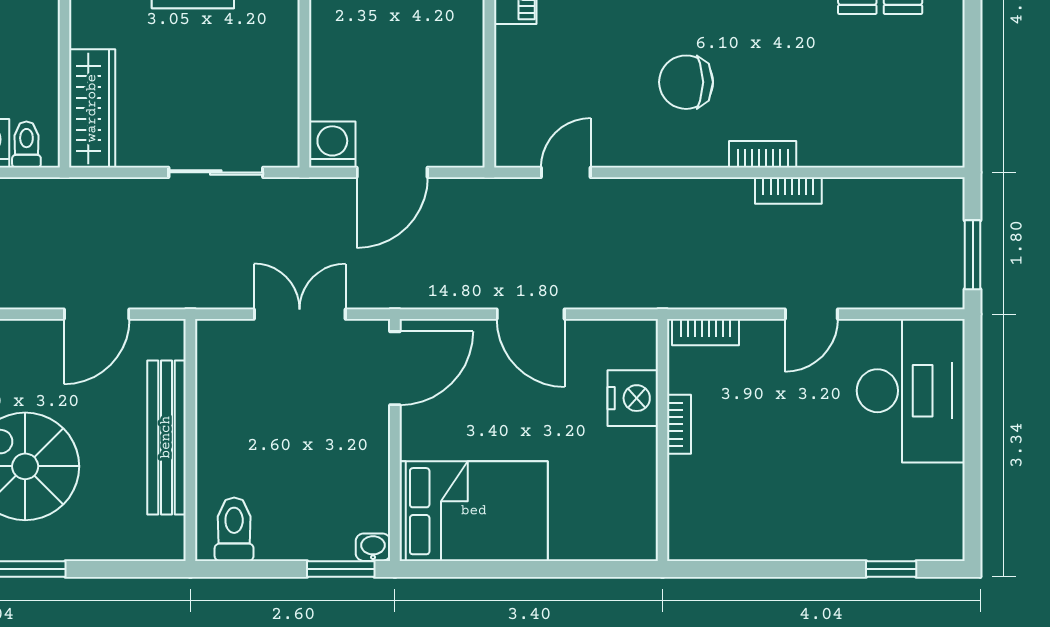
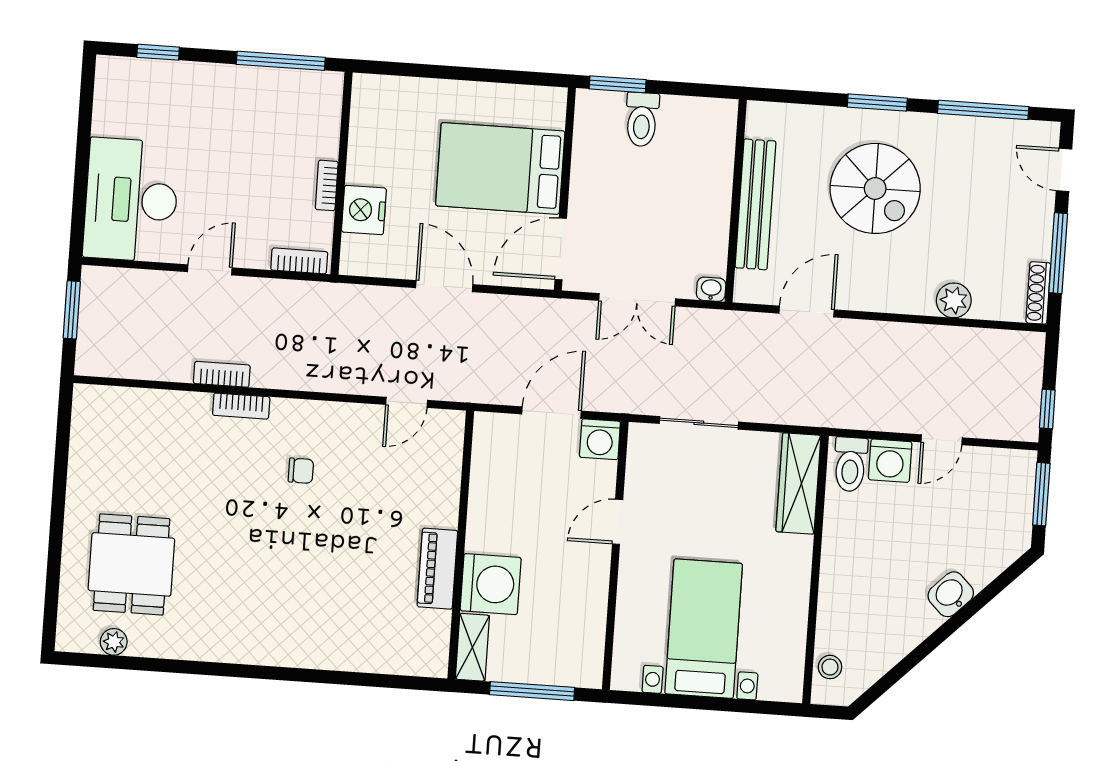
door: (304, 48) -> (618, 522), added
chair: (686, 82) -> (301, 471), width x0.54, depth x0.54
toilet: (26, 145) -> (850, 464), width x1.37, depth x1.39
bed: (474, 511) -> (500, 168), moved
toilet: (234, 529) -> (642, 119), moved
washbasin: (373, 547) -> (711, 289), moved, turned 180
window: (744, 569) -> (281, 61), added

